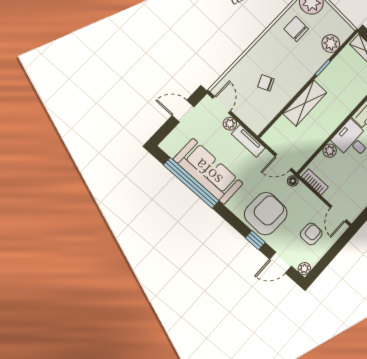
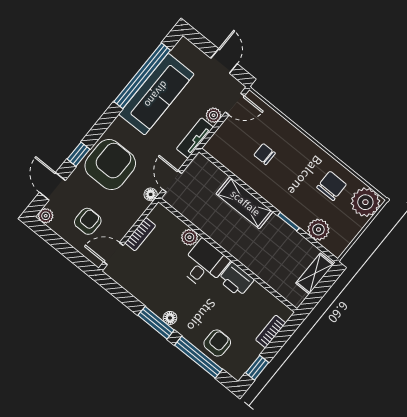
chair: (266, 83) -> (265, 154), turned -66
bookcase: (315, 182) -> (140, 234), moved
armchair: (266, 214) -> (110, 165), turned -92
armchair: (311, 234) -> (88, 221), turned -91

